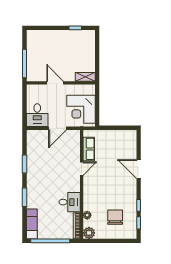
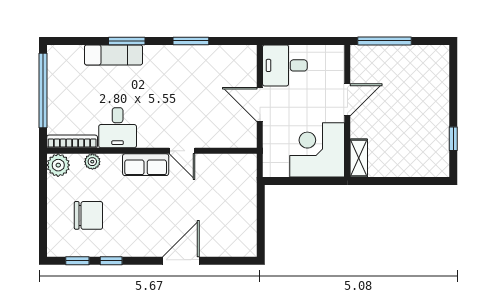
corner desk: (81, 109) -> (317, 150), moved
row of seats: (89, 149) -> (146, 165), moved
exam couch: (32, 224) -> (113, 55), moved

